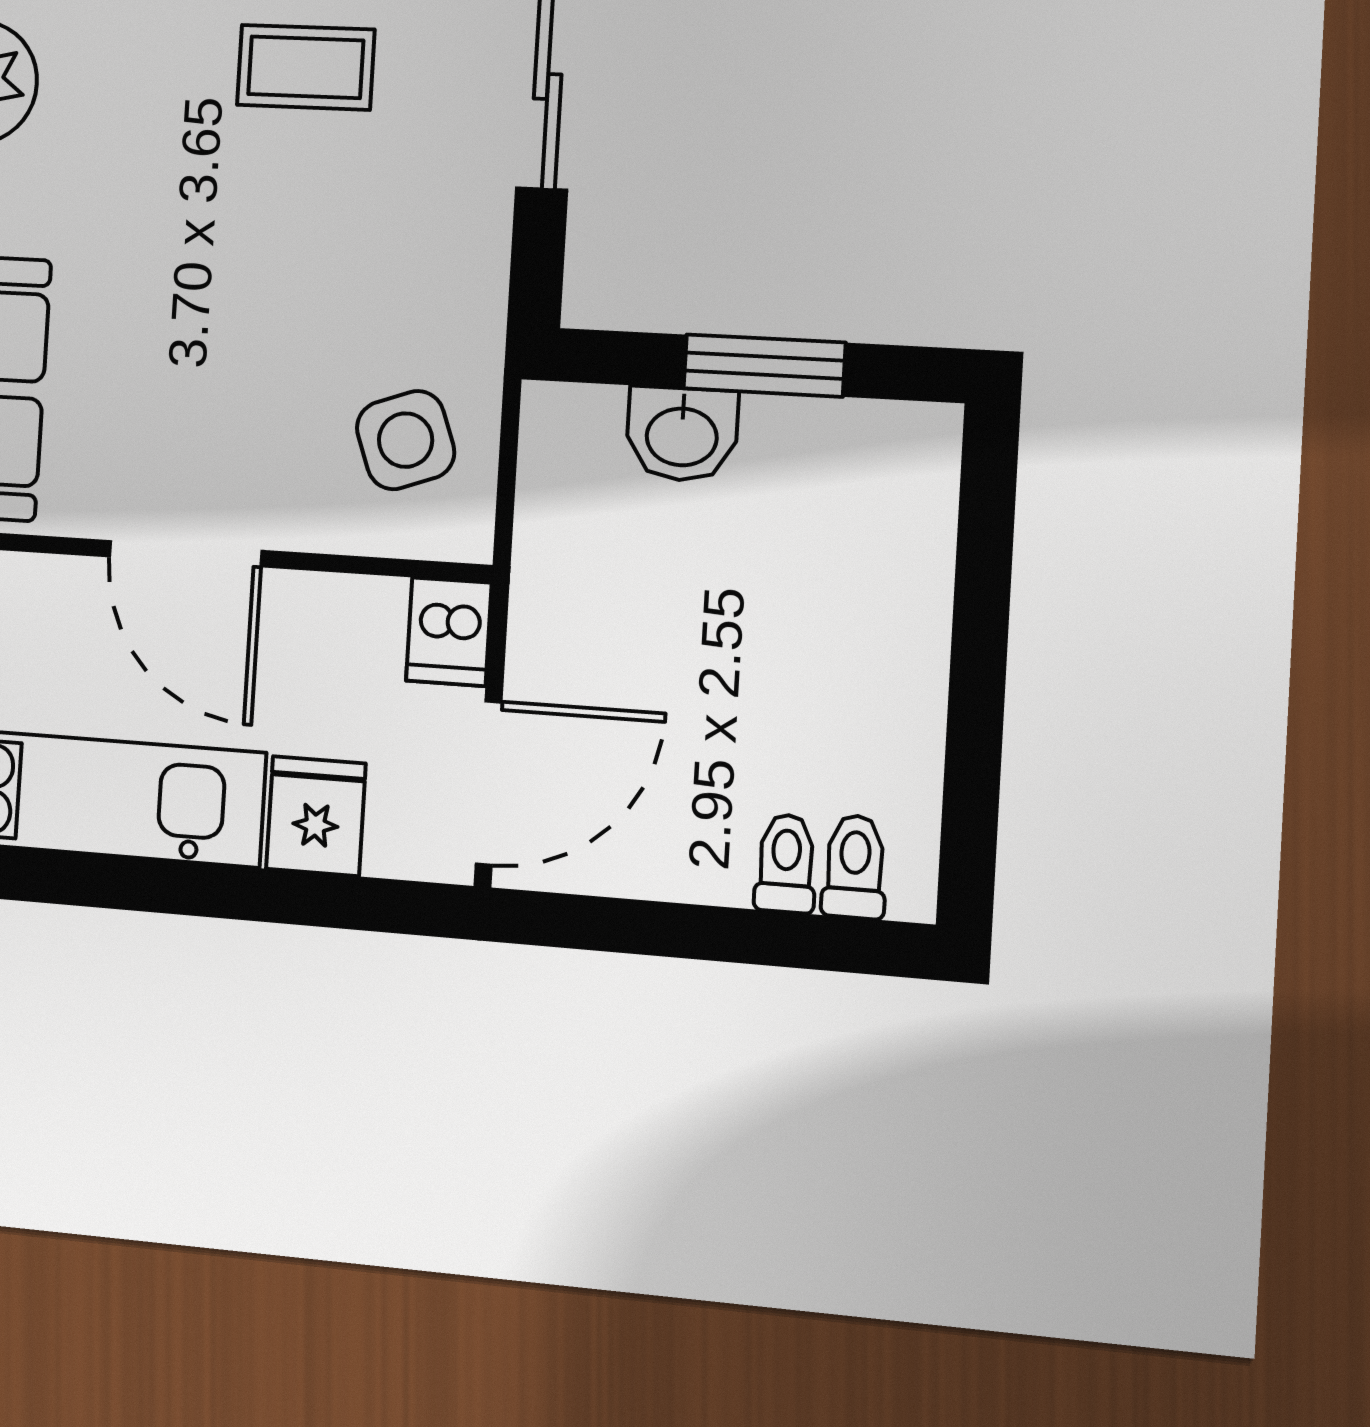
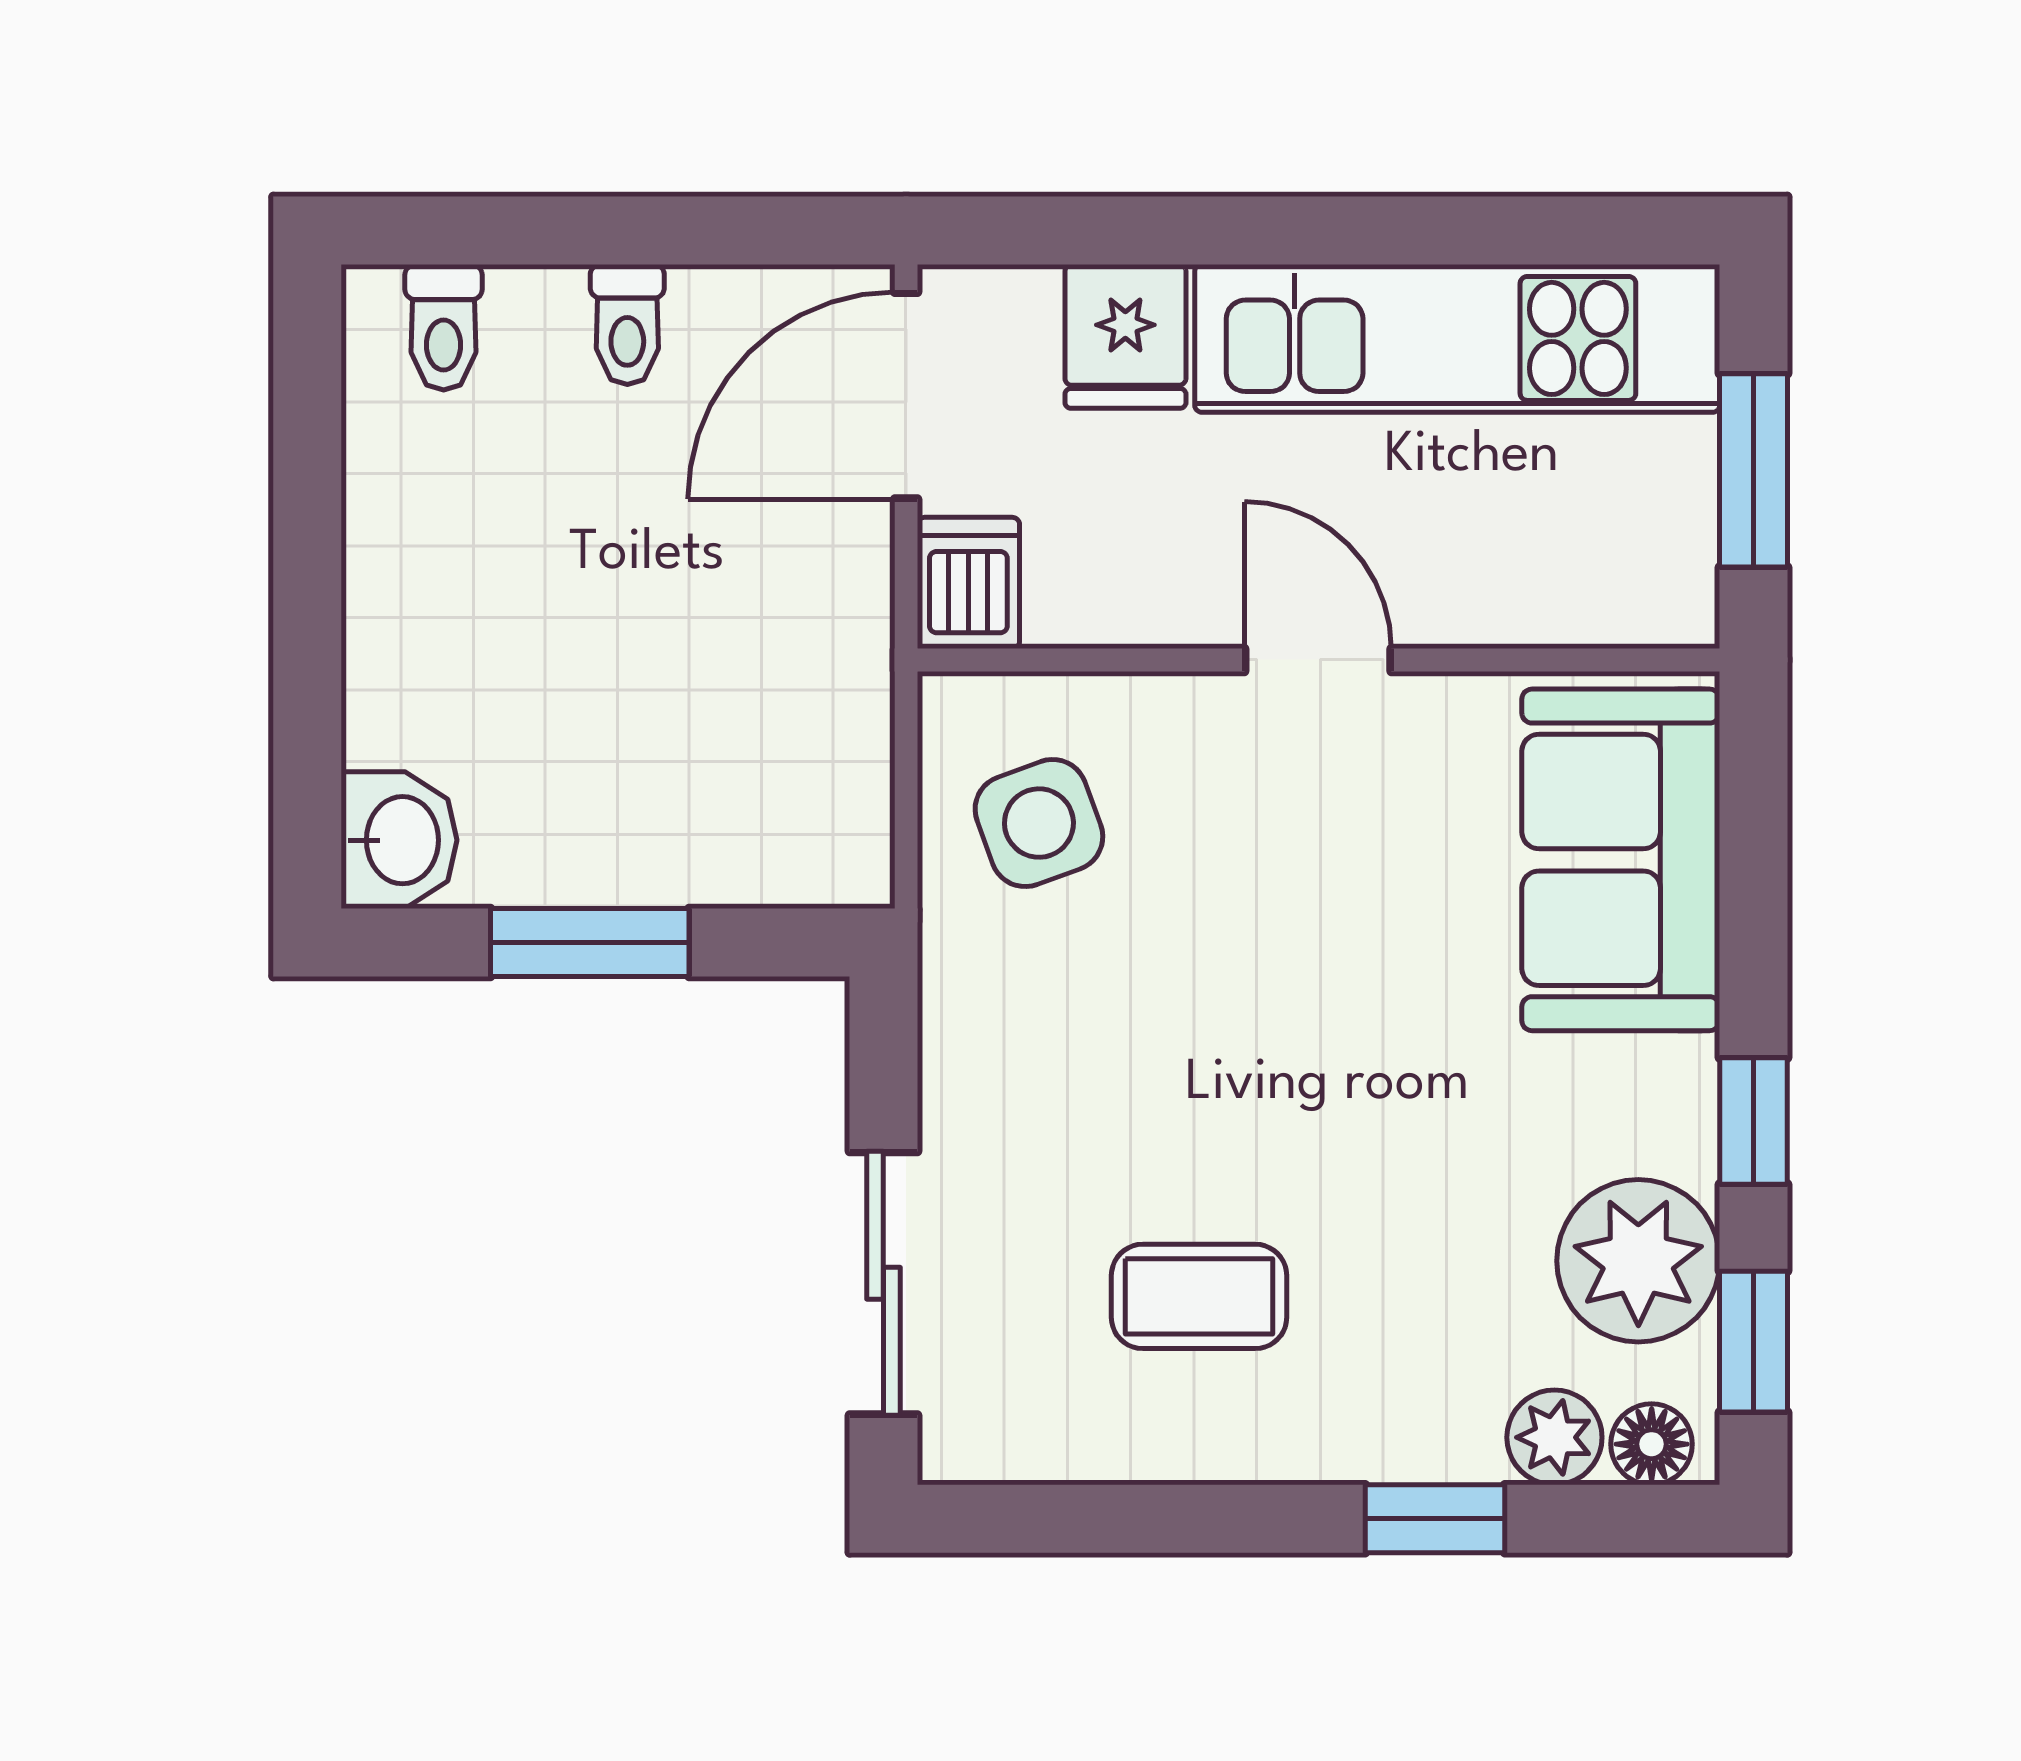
washbasin: (682, 434) -> (399, 840), moved, turned 90
door: (185, 554) -> (1318, 660), width x0.73
toilet: (786, 863) -> (627, 325), moved

